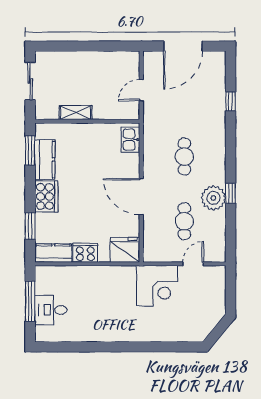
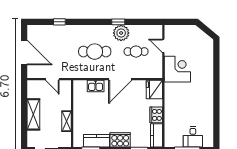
shelving: (86, 61) -> (33, 114), added
kitchen sink: (130, 140) -> (96, 86), moved
cafe table: (184, 157) -> (95, 52), width x1.37, depth x1.35

